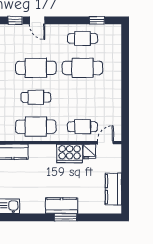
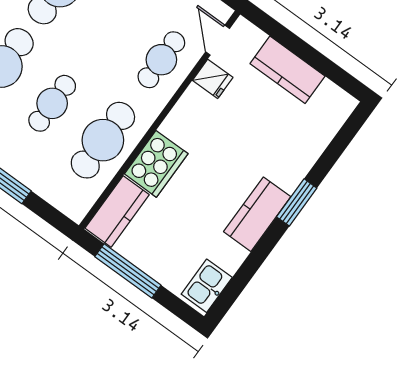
cooker: (70, 153) -> (156, 164), moved
kitchen counter: (113, 189) -> (287, 70), moved
kitchen counter: (62, 206) -> (257, 214), moved

